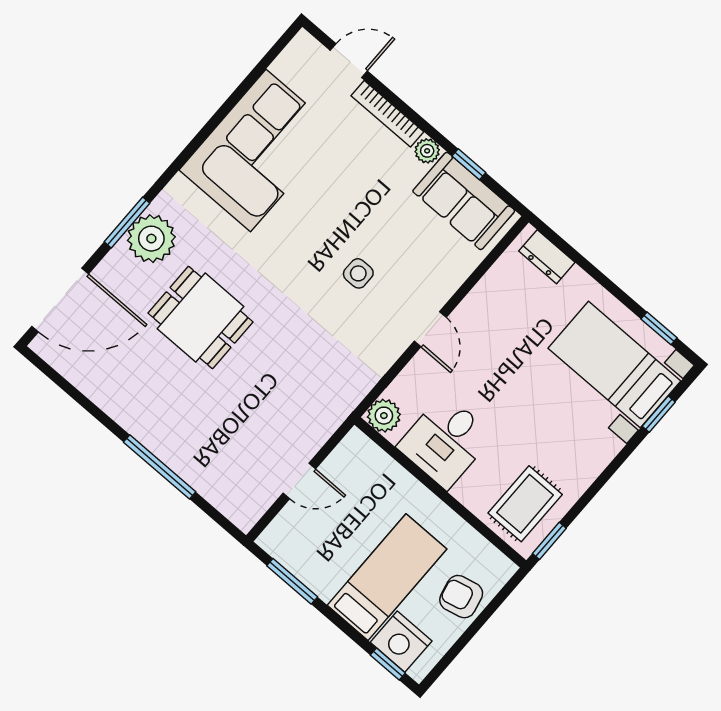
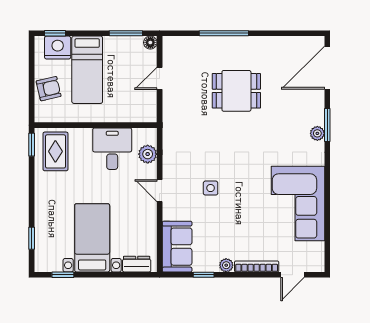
sofa: (464, 201) -> (177, 247), moved, turned 90
plant: (151, 239) -> (317, 133), width x0.53, depth x0.53
dining table: (200, 318) -> (236, 91), moved
bed with nightstands: (614, 365) -> (92, 238), moved, turned -90
plant: (384, 416) -> (148, 154), moved
floor lamp: (270, 540) -> (150, 43), added

